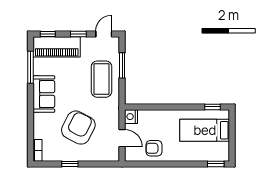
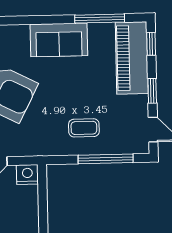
window: (122, 65) -> (106, 159), width x1.44
coffee table: (102, 79) -> (84, 128), width x0.54, depth x0.58

